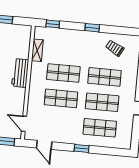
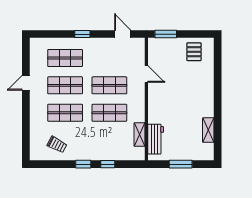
window: (53, 24) -> (108, 164), moved
workbench: (20, 73) -> (156, 139), moved
door: (24, 124) -> (146, 74), moved

